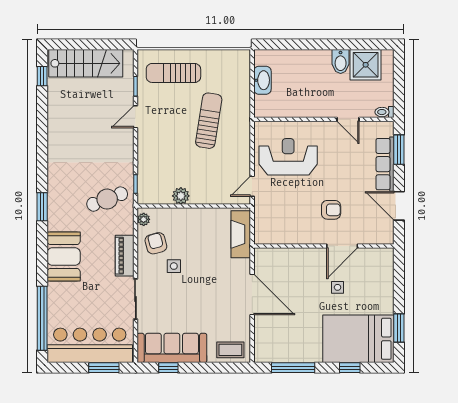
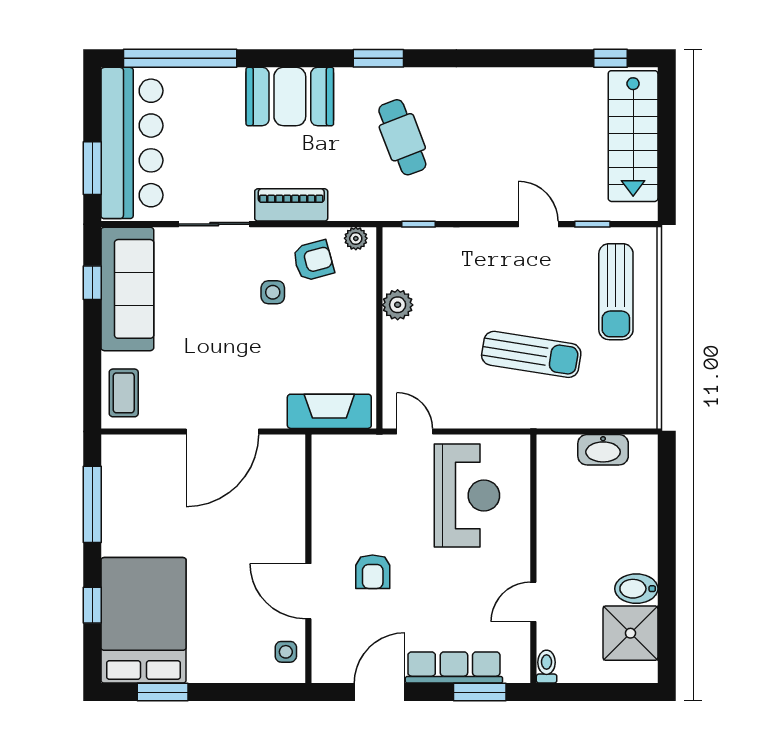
sun lounger: (173, 73) -> (616, 292), turned 180
cafe table: (107, 199) -> (402, 137), moved
side table: (338, 287) -> (286, 652), moved

